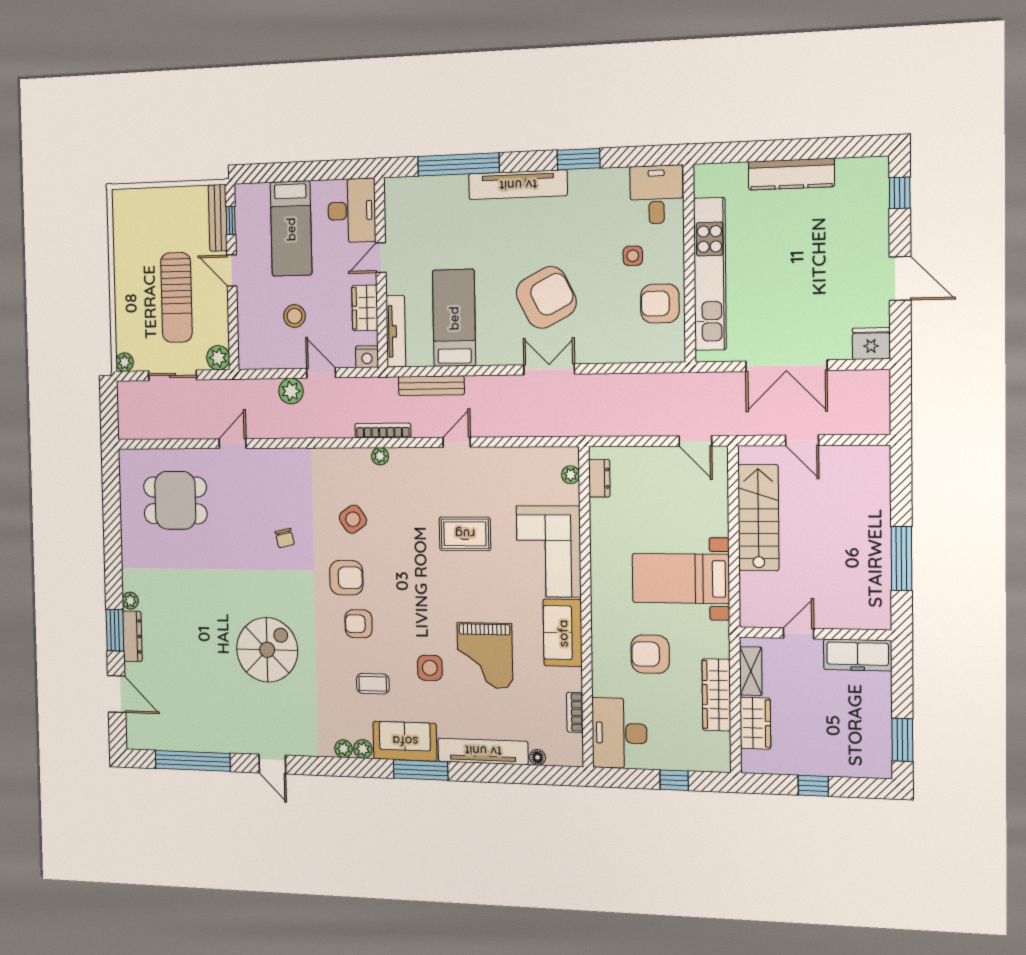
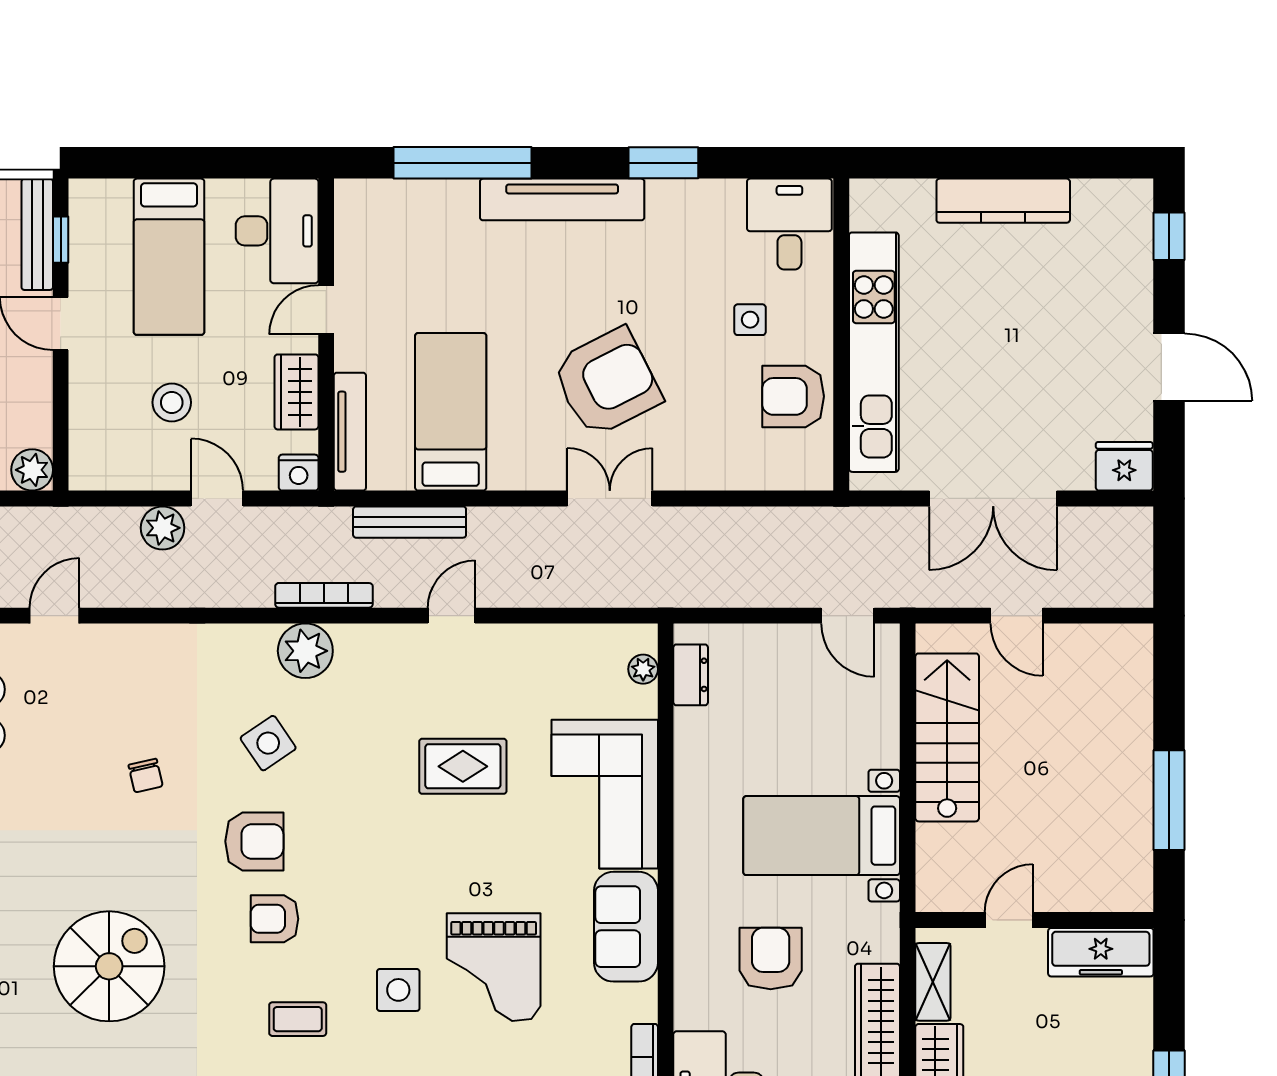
plant: (380, 456) -> (305, 651), width x1.88, depth x1.88
armchair: (650, 654) -> (771, 959), turned 90

